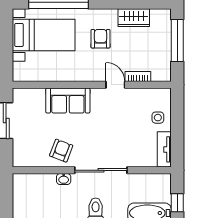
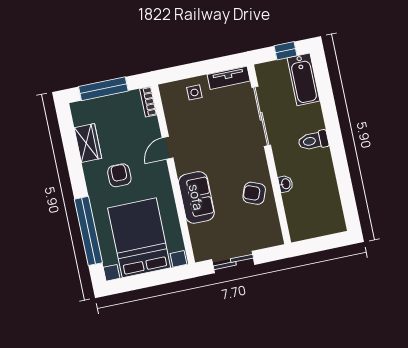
bed with nightstands: (44, 35) -> (139, 238), width x1.36
armchair: (101, 39) -> (119, 175), turned 90
bookcase: (138, 77) -> (148, 102), moved
sliding door: (101, 170) -> (261, 116), moved

